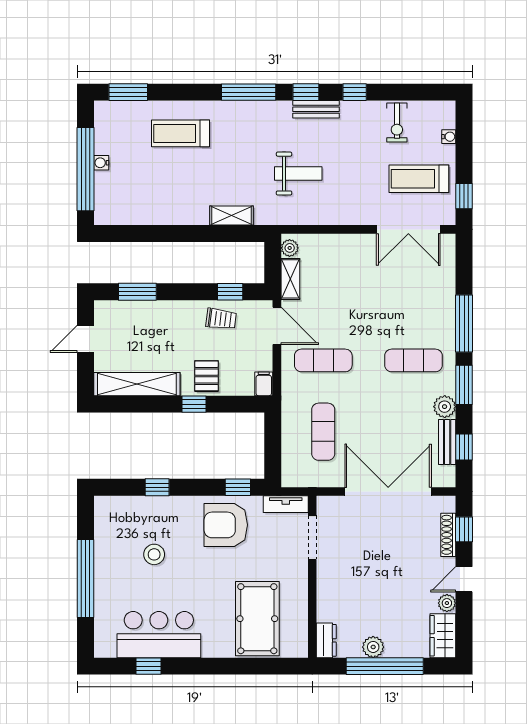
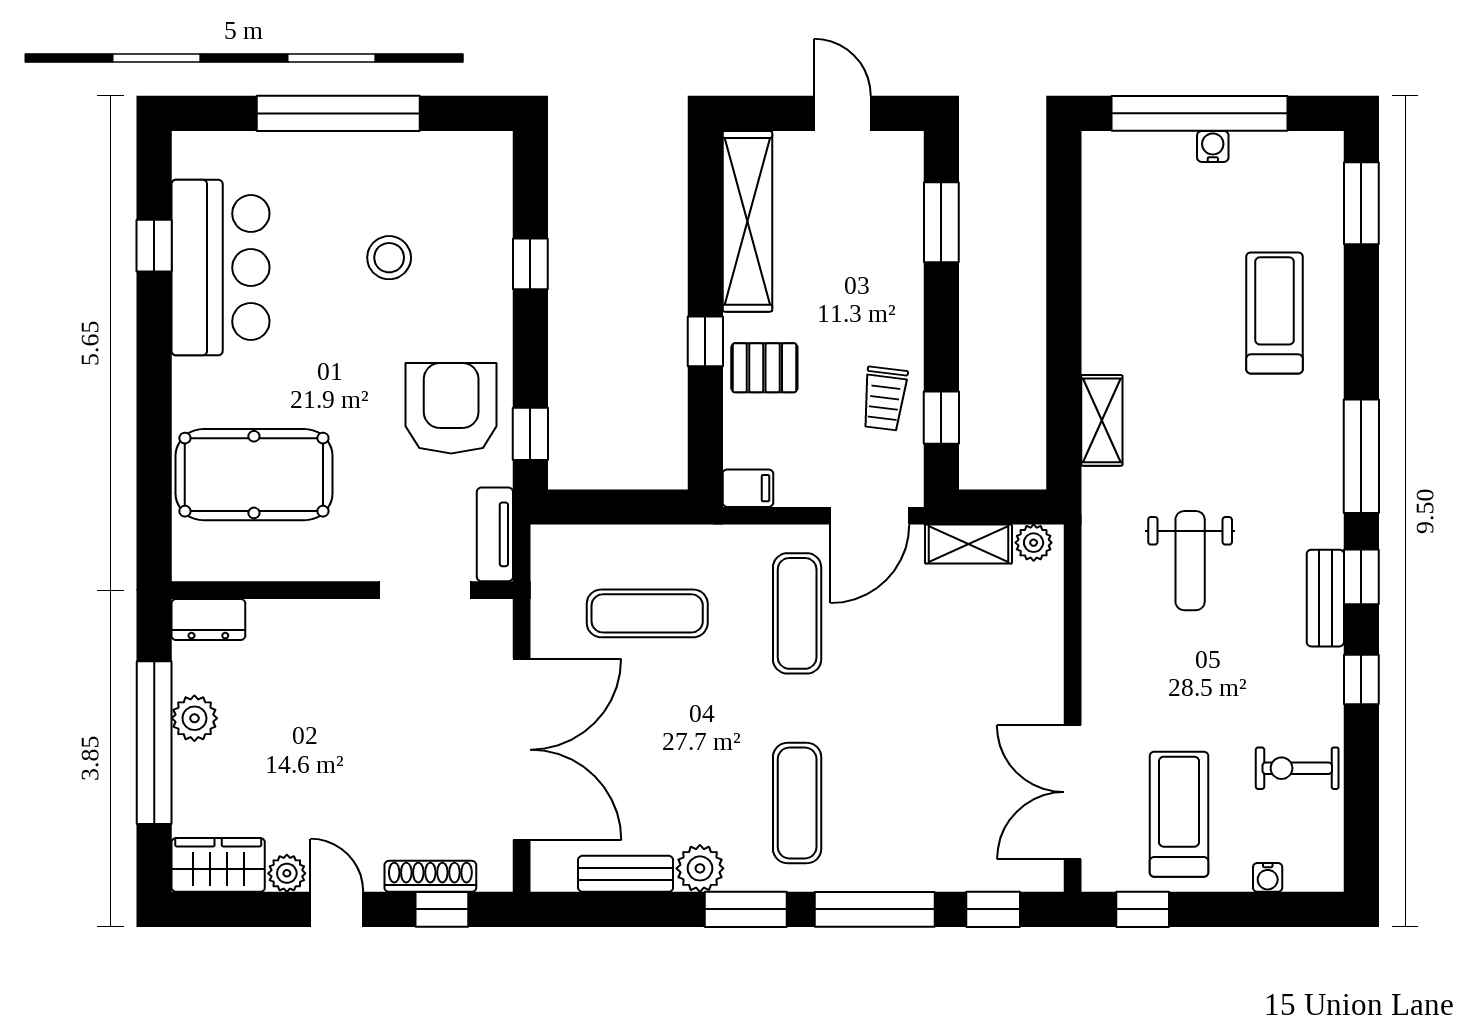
window: (464, 447) -> (993, 909), moved

